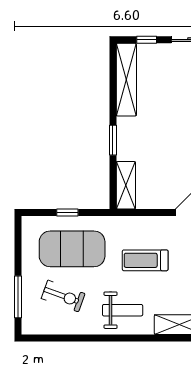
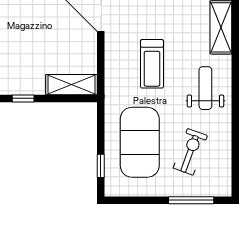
window: (113, 140) -> (23, 98), width x0.67
window: (67, 213) -> (101, 166), moved

